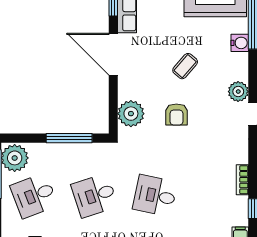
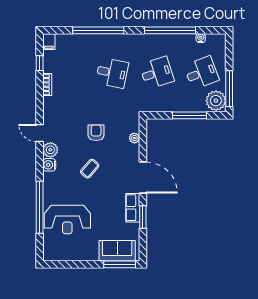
water cooler: (240, 43) -> (49, 165), moved
plant: (131, 114) -> (134, 138), width x0.53, depth x0.53
window: (69, 138) -> (189, 115), moved

